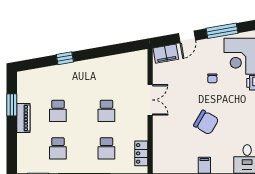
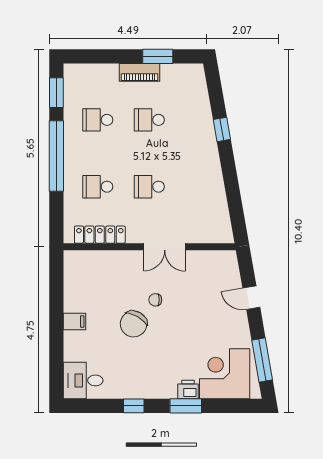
window: (222, 31) -> (262, 360), moved
filing cabinet: (166, 54) -> (228, 268), removed
chair: (212, 78) -> (155, 300), moved
locker: (141, 153) -> (100, 235), width x1.53

